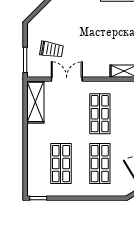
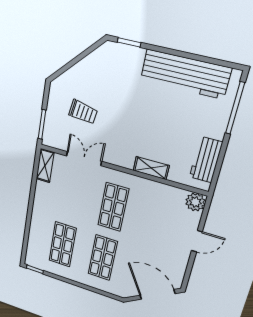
trolley: (52, 49) -> (83, 112), moved
shelving: (35, 102) -> (45, 166), width x0.67, depth x0.75

